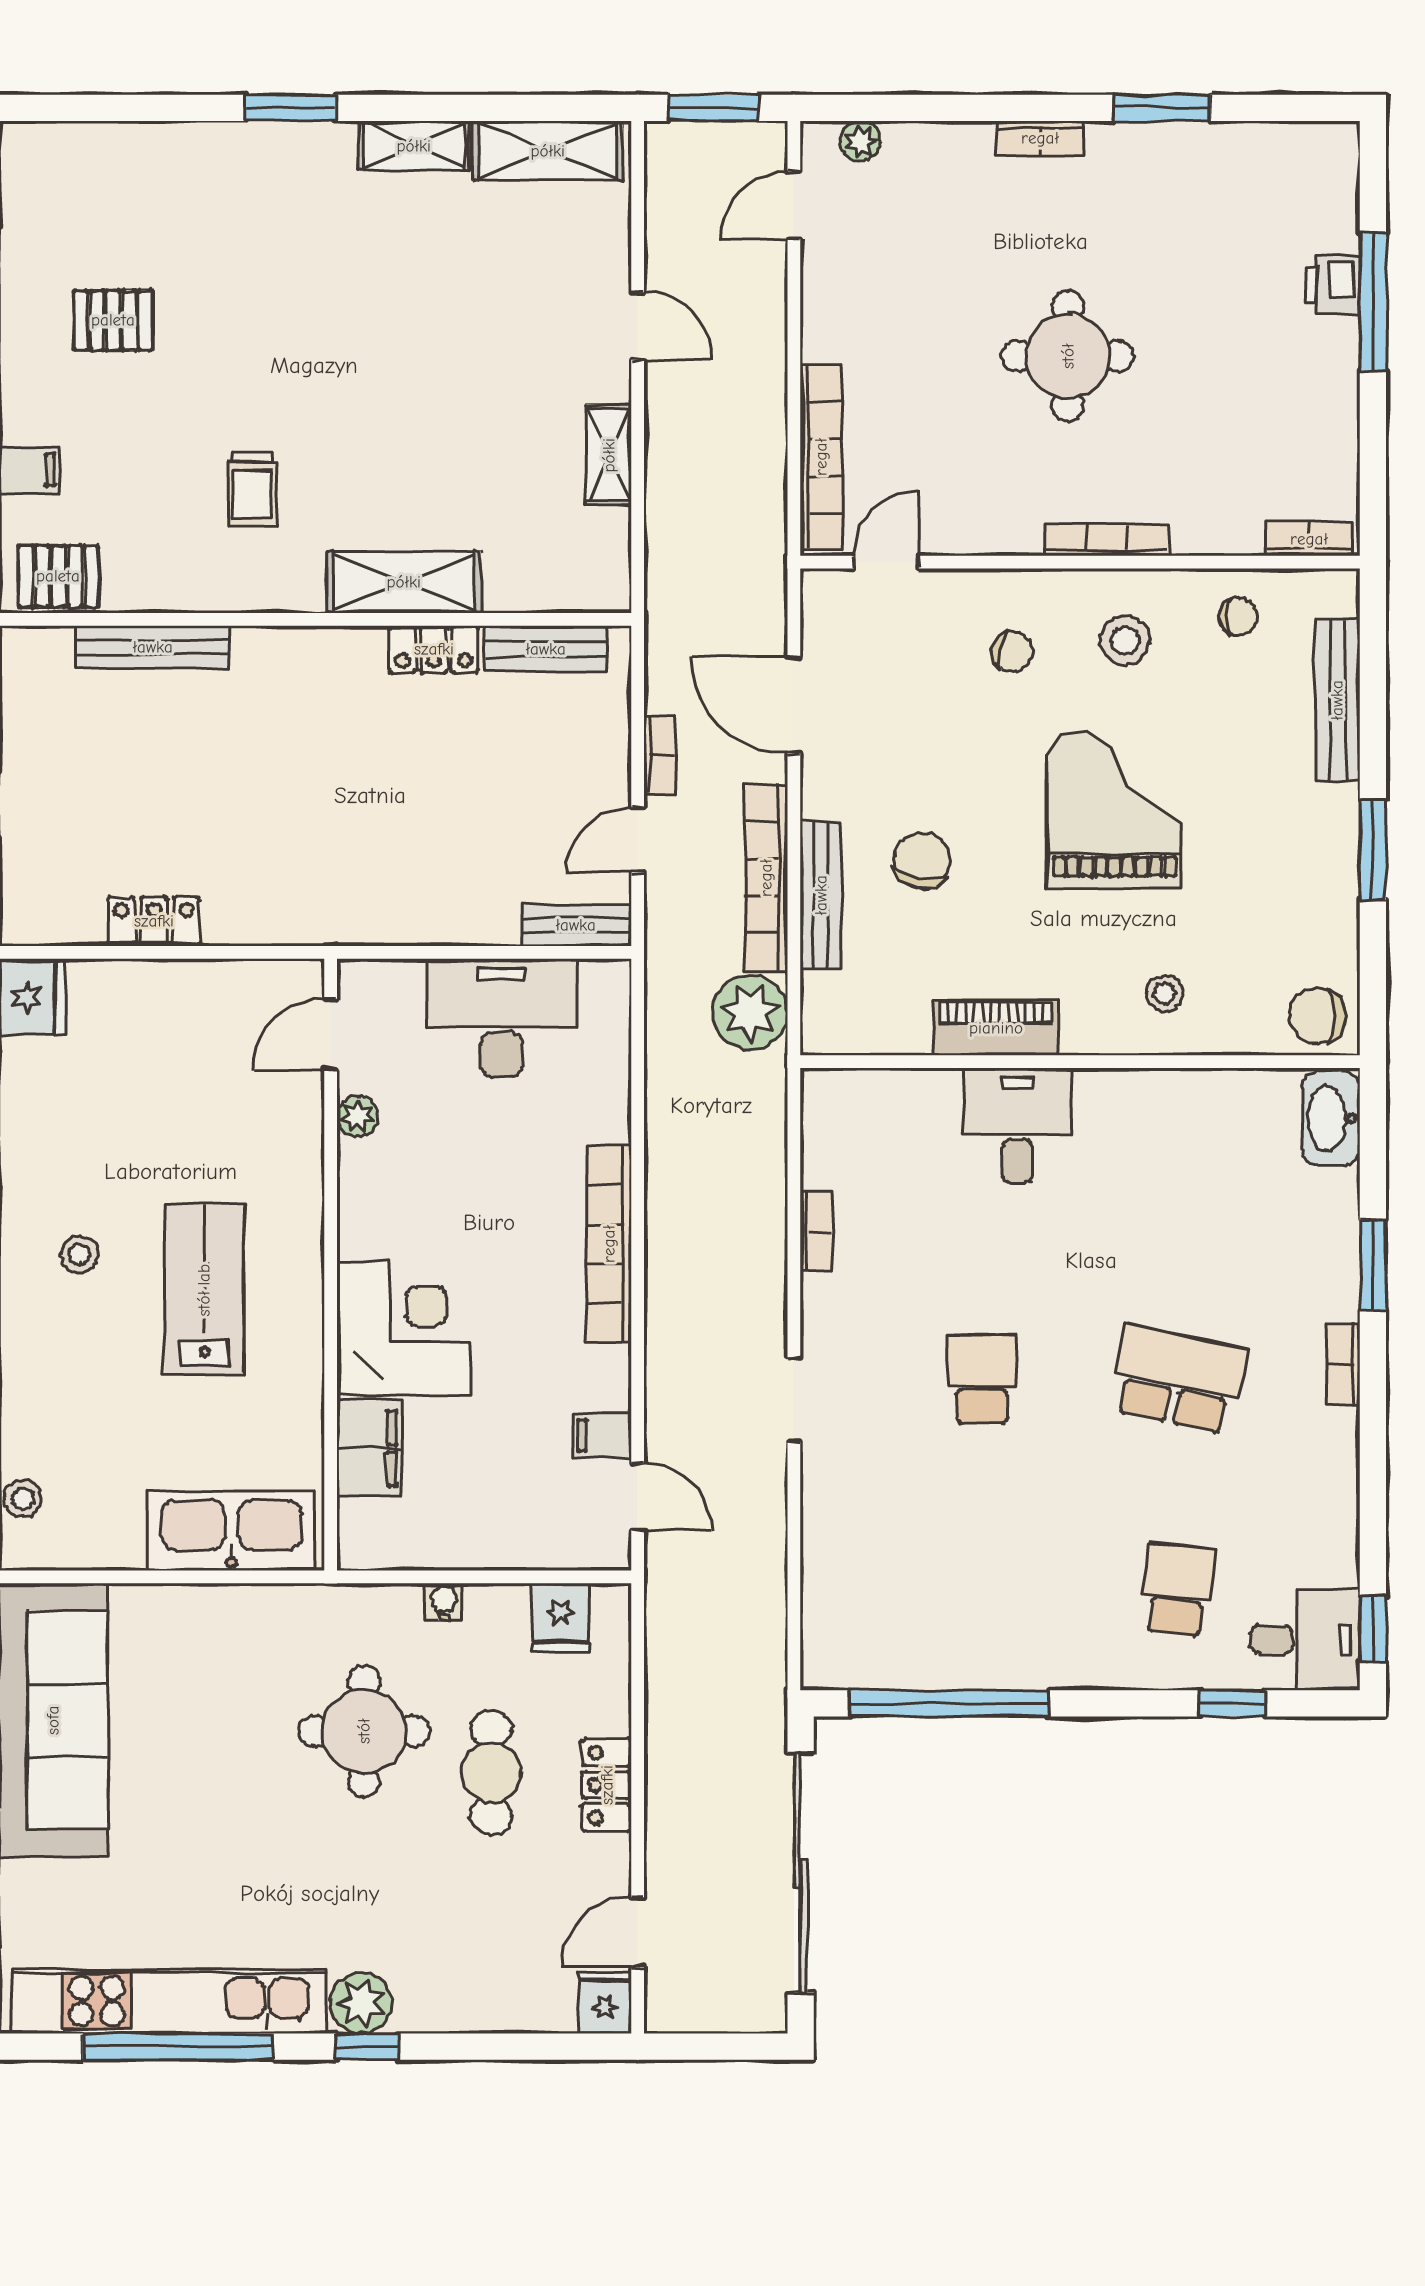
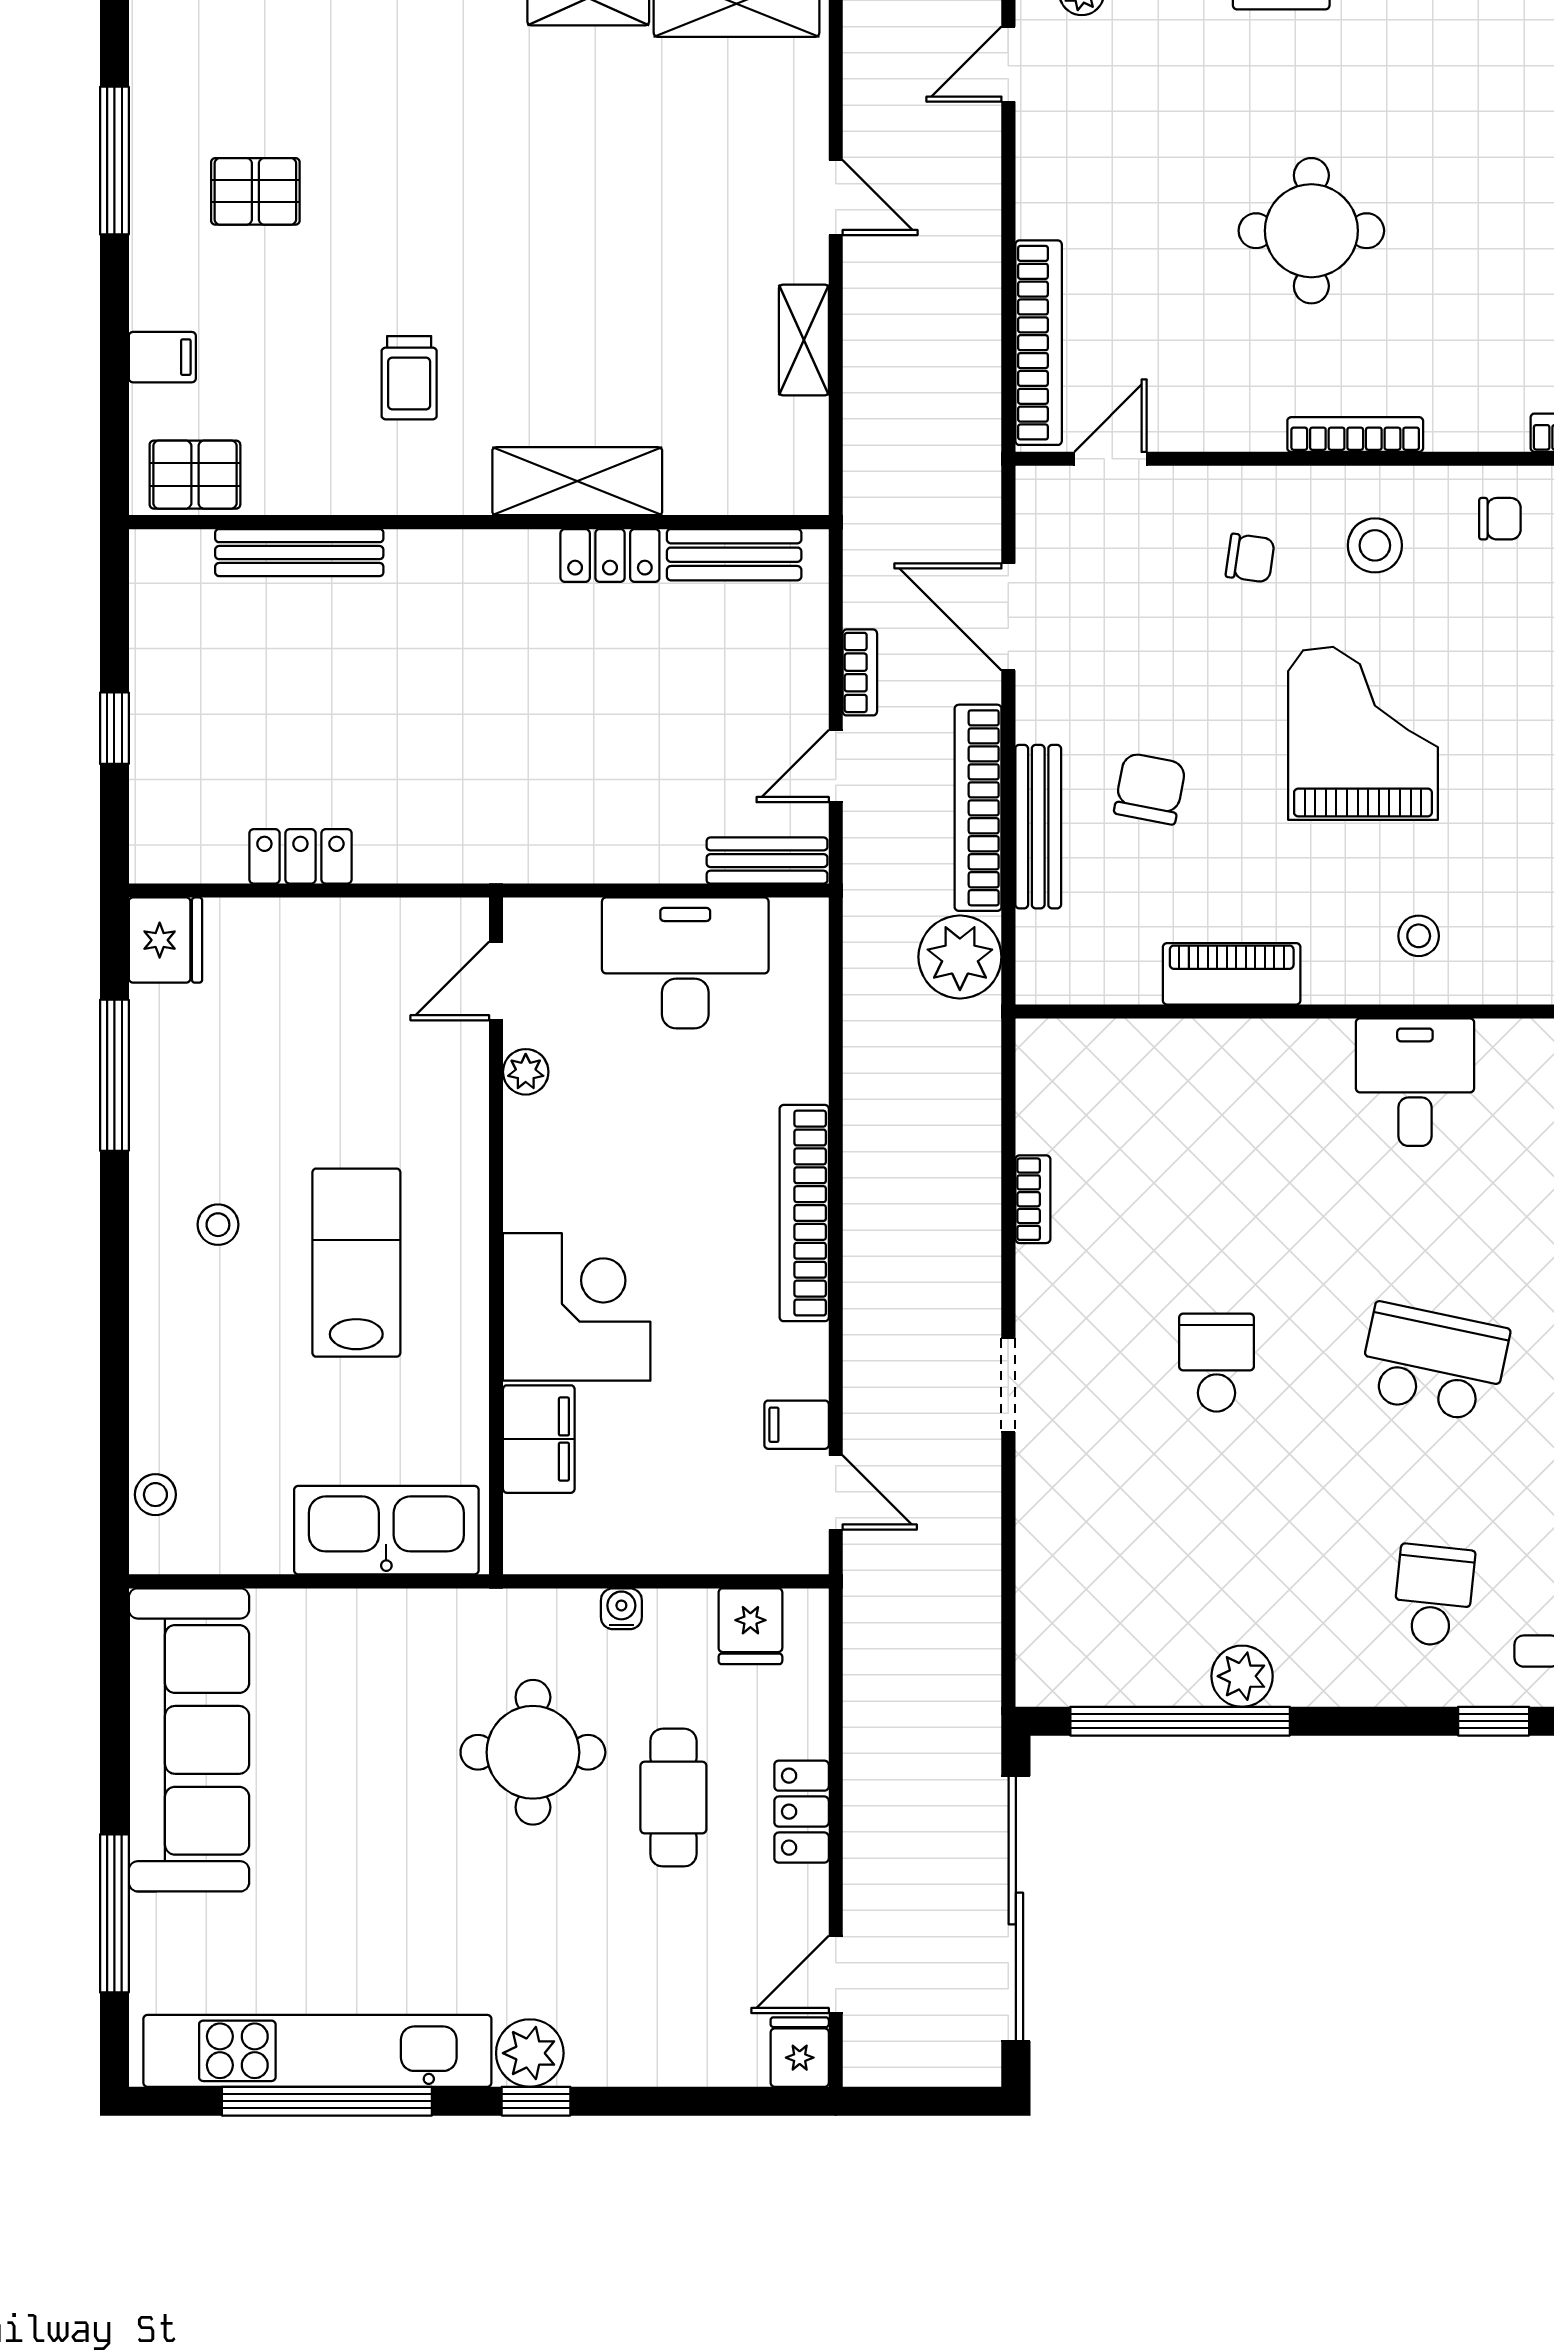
desk: (1017, 1126) -> (1415, 1082), moved
plant: (1005, 1663) -> (1242, 1676), added

